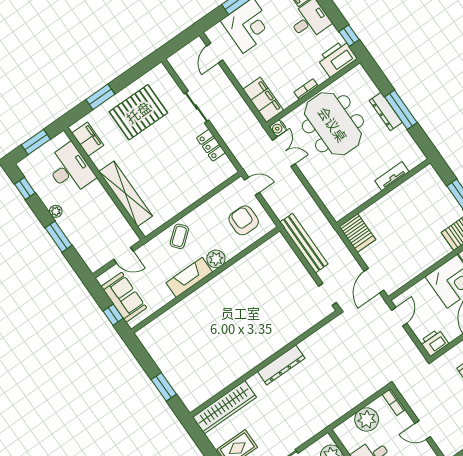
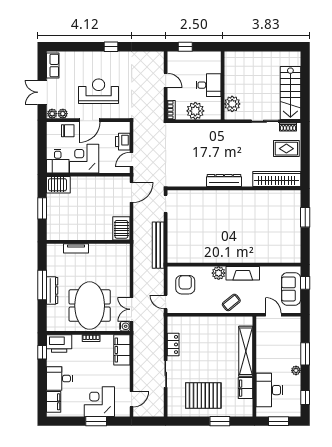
filing cabinet: (88, 139) -> (246, 388), moved
armchair: (244, 220) -> (185, 285), turned 180
printer: (434, 343) -> (123, 142), moved, turned 90

